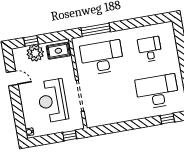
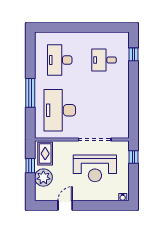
window: (96, 30) -> (30, 93), moved
window: (31, 41) -> (30, 166), moved
desk: (150, 49) -> (60, 60), width x1.37
desk: (157, 92) -> (104, 60), width x0.53, depth x0.77

